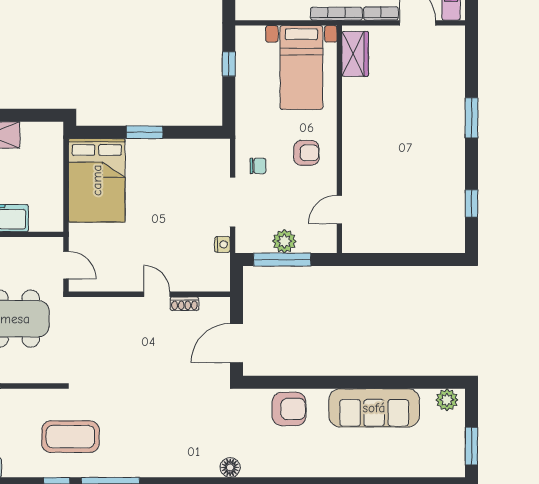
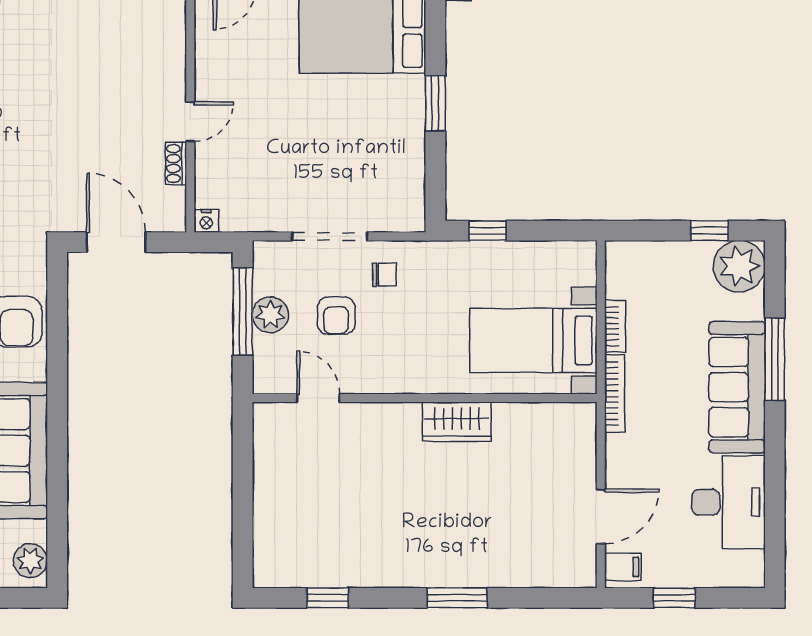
bookcase: (381, 13) -> (615, 326), moved
wardrobe: (355, 54) -> (457, 422), moved
window: (229, 64) -> (488, 231), moved
armchair: (306, 153) -> (336, 316), moved
chair: (258, 166) -> (384, 275), turned -90
nightstand: (222, 244) -> (206, 221), moved

